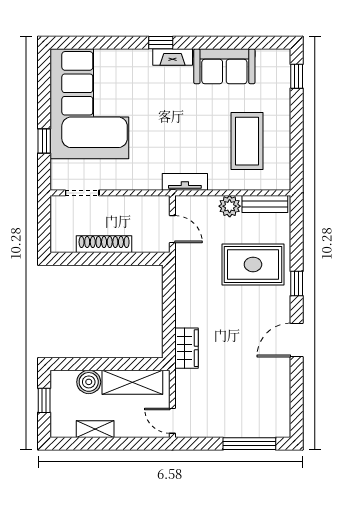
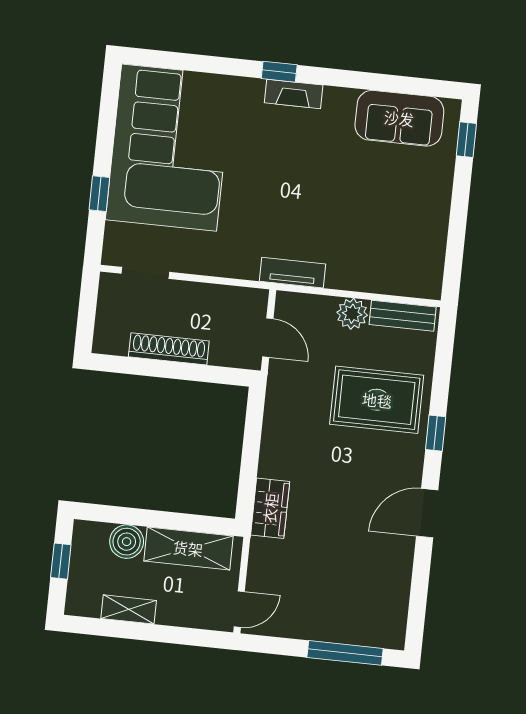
sofa: (224, 66) -> (399, 118), moved
coffee table: (247, 141) -> (387, 224), removed
door: (172, 421) -> (239, 609), swing flipped

